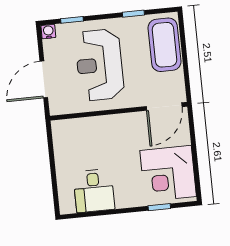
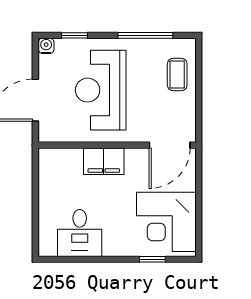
window: (133, 14) -> (145, 35), width x2.17
coffee table: (164, 45) -> (177, 75), width x0.54, depth x0.58
filing cabinet: (108, 126) -> (104, 161), added

